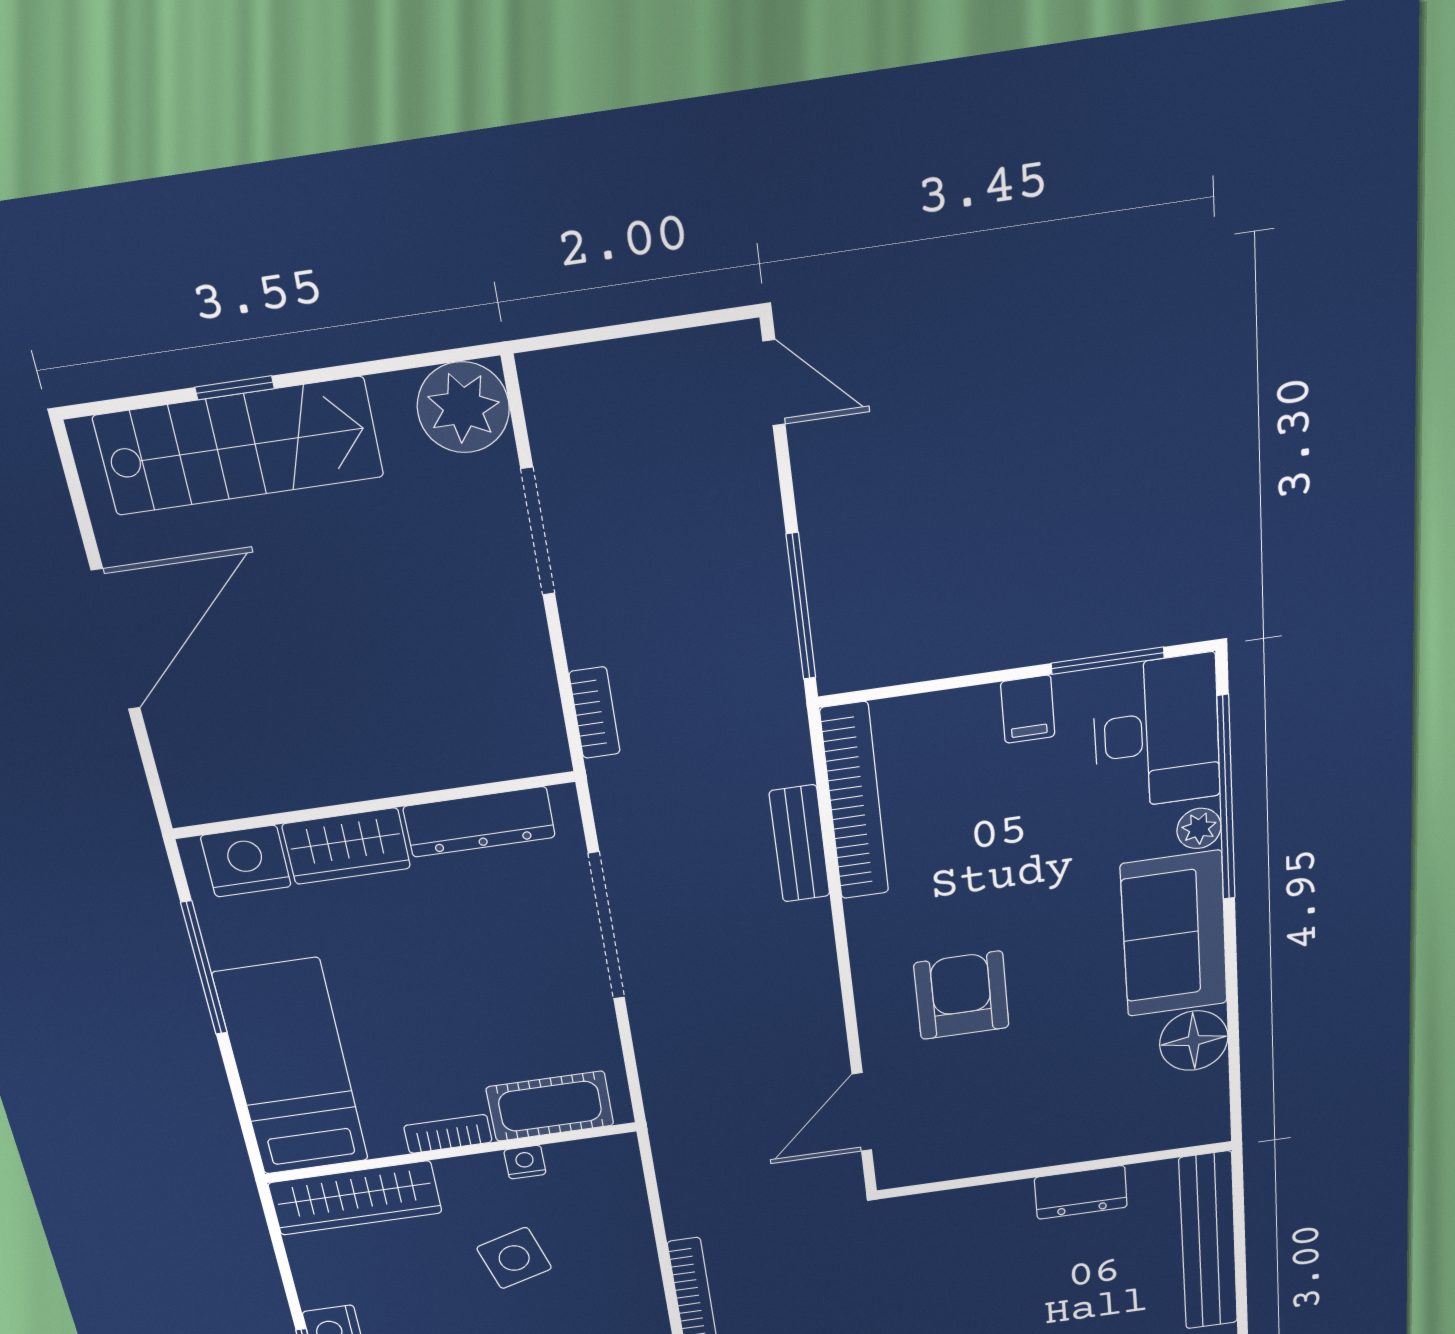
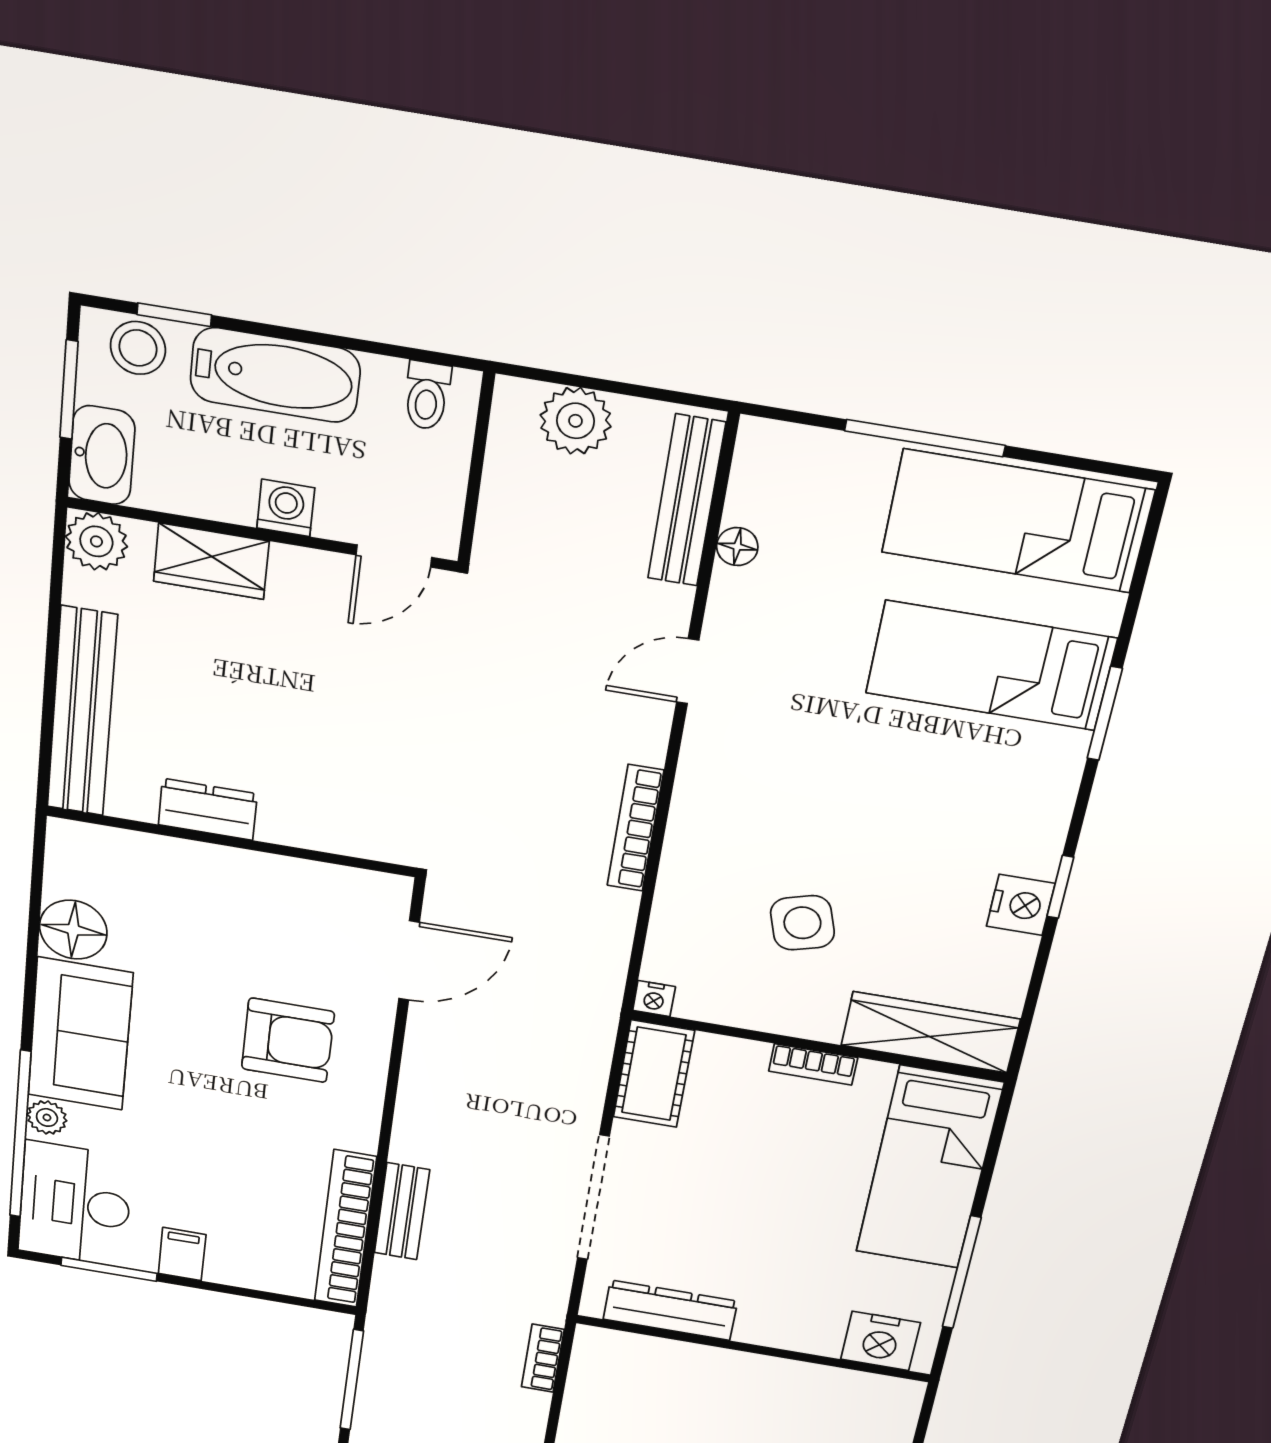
wardrobe: (346, 846) -> (790, 1326), removed
armchair: (961, 995) -> (288, 1040), turned -90
cot: (550, 1106) -> (654, 1074), moved, turned 90
nightstand: (525, 1162) -> (654, 999), moved

